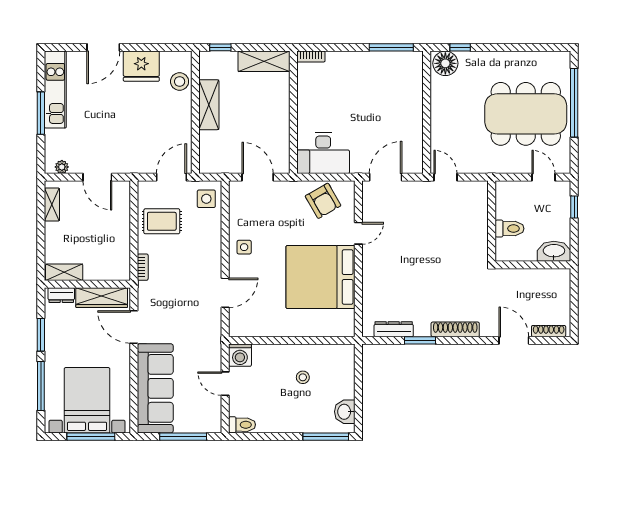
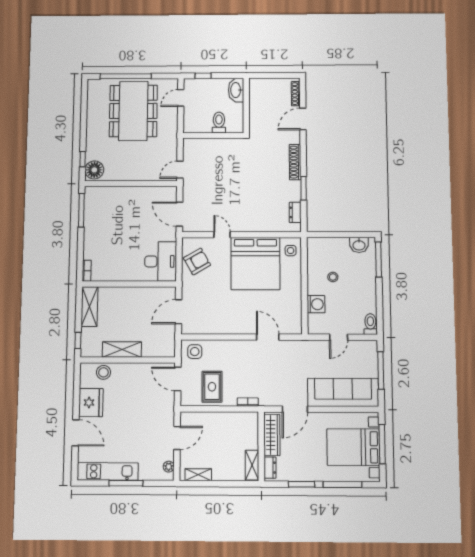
side table: (244, 247) -> (291, 251), moved
dresser: (394, 329) -> (295, 212), width x0.70
washing machine: (240, 355) -> (316, 304), moved

